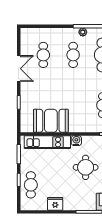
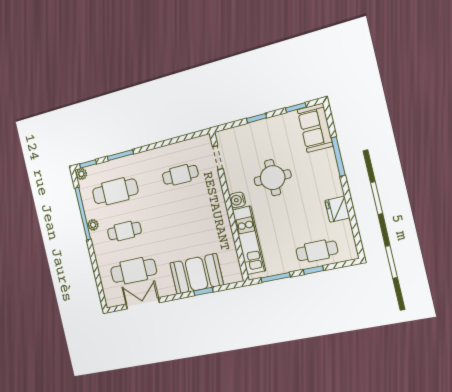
cafe table: (43, 55) -> (134, 271), width x1.37, depth x1.35
double door: (19, 69) -> (143, 303), moved
booth: (51, 121) -> (197, 274), moved, turned 90

